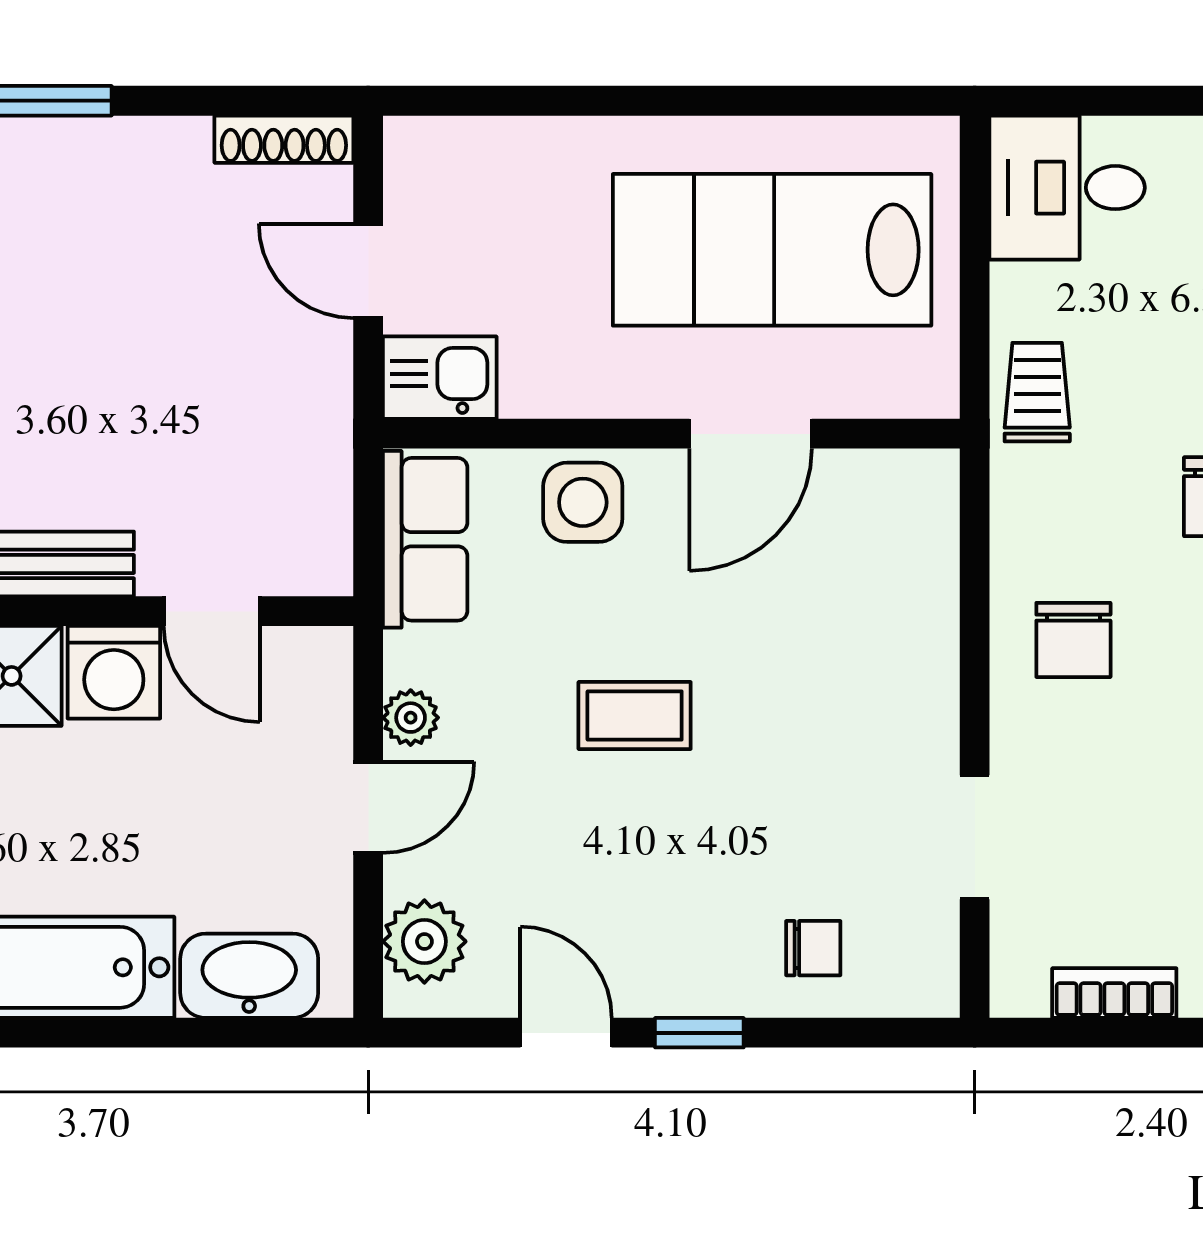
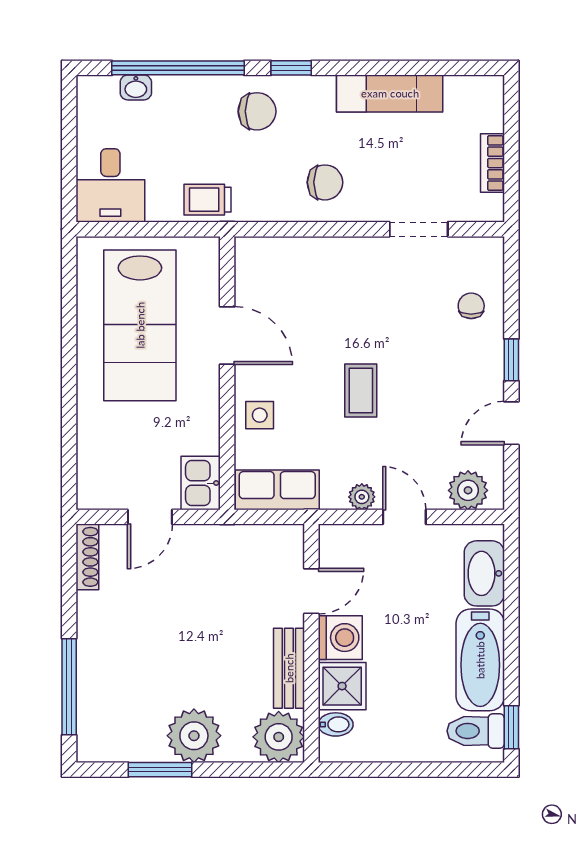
side table: (583, 502) -> (260, 415), width x0.73, depth x0.73

